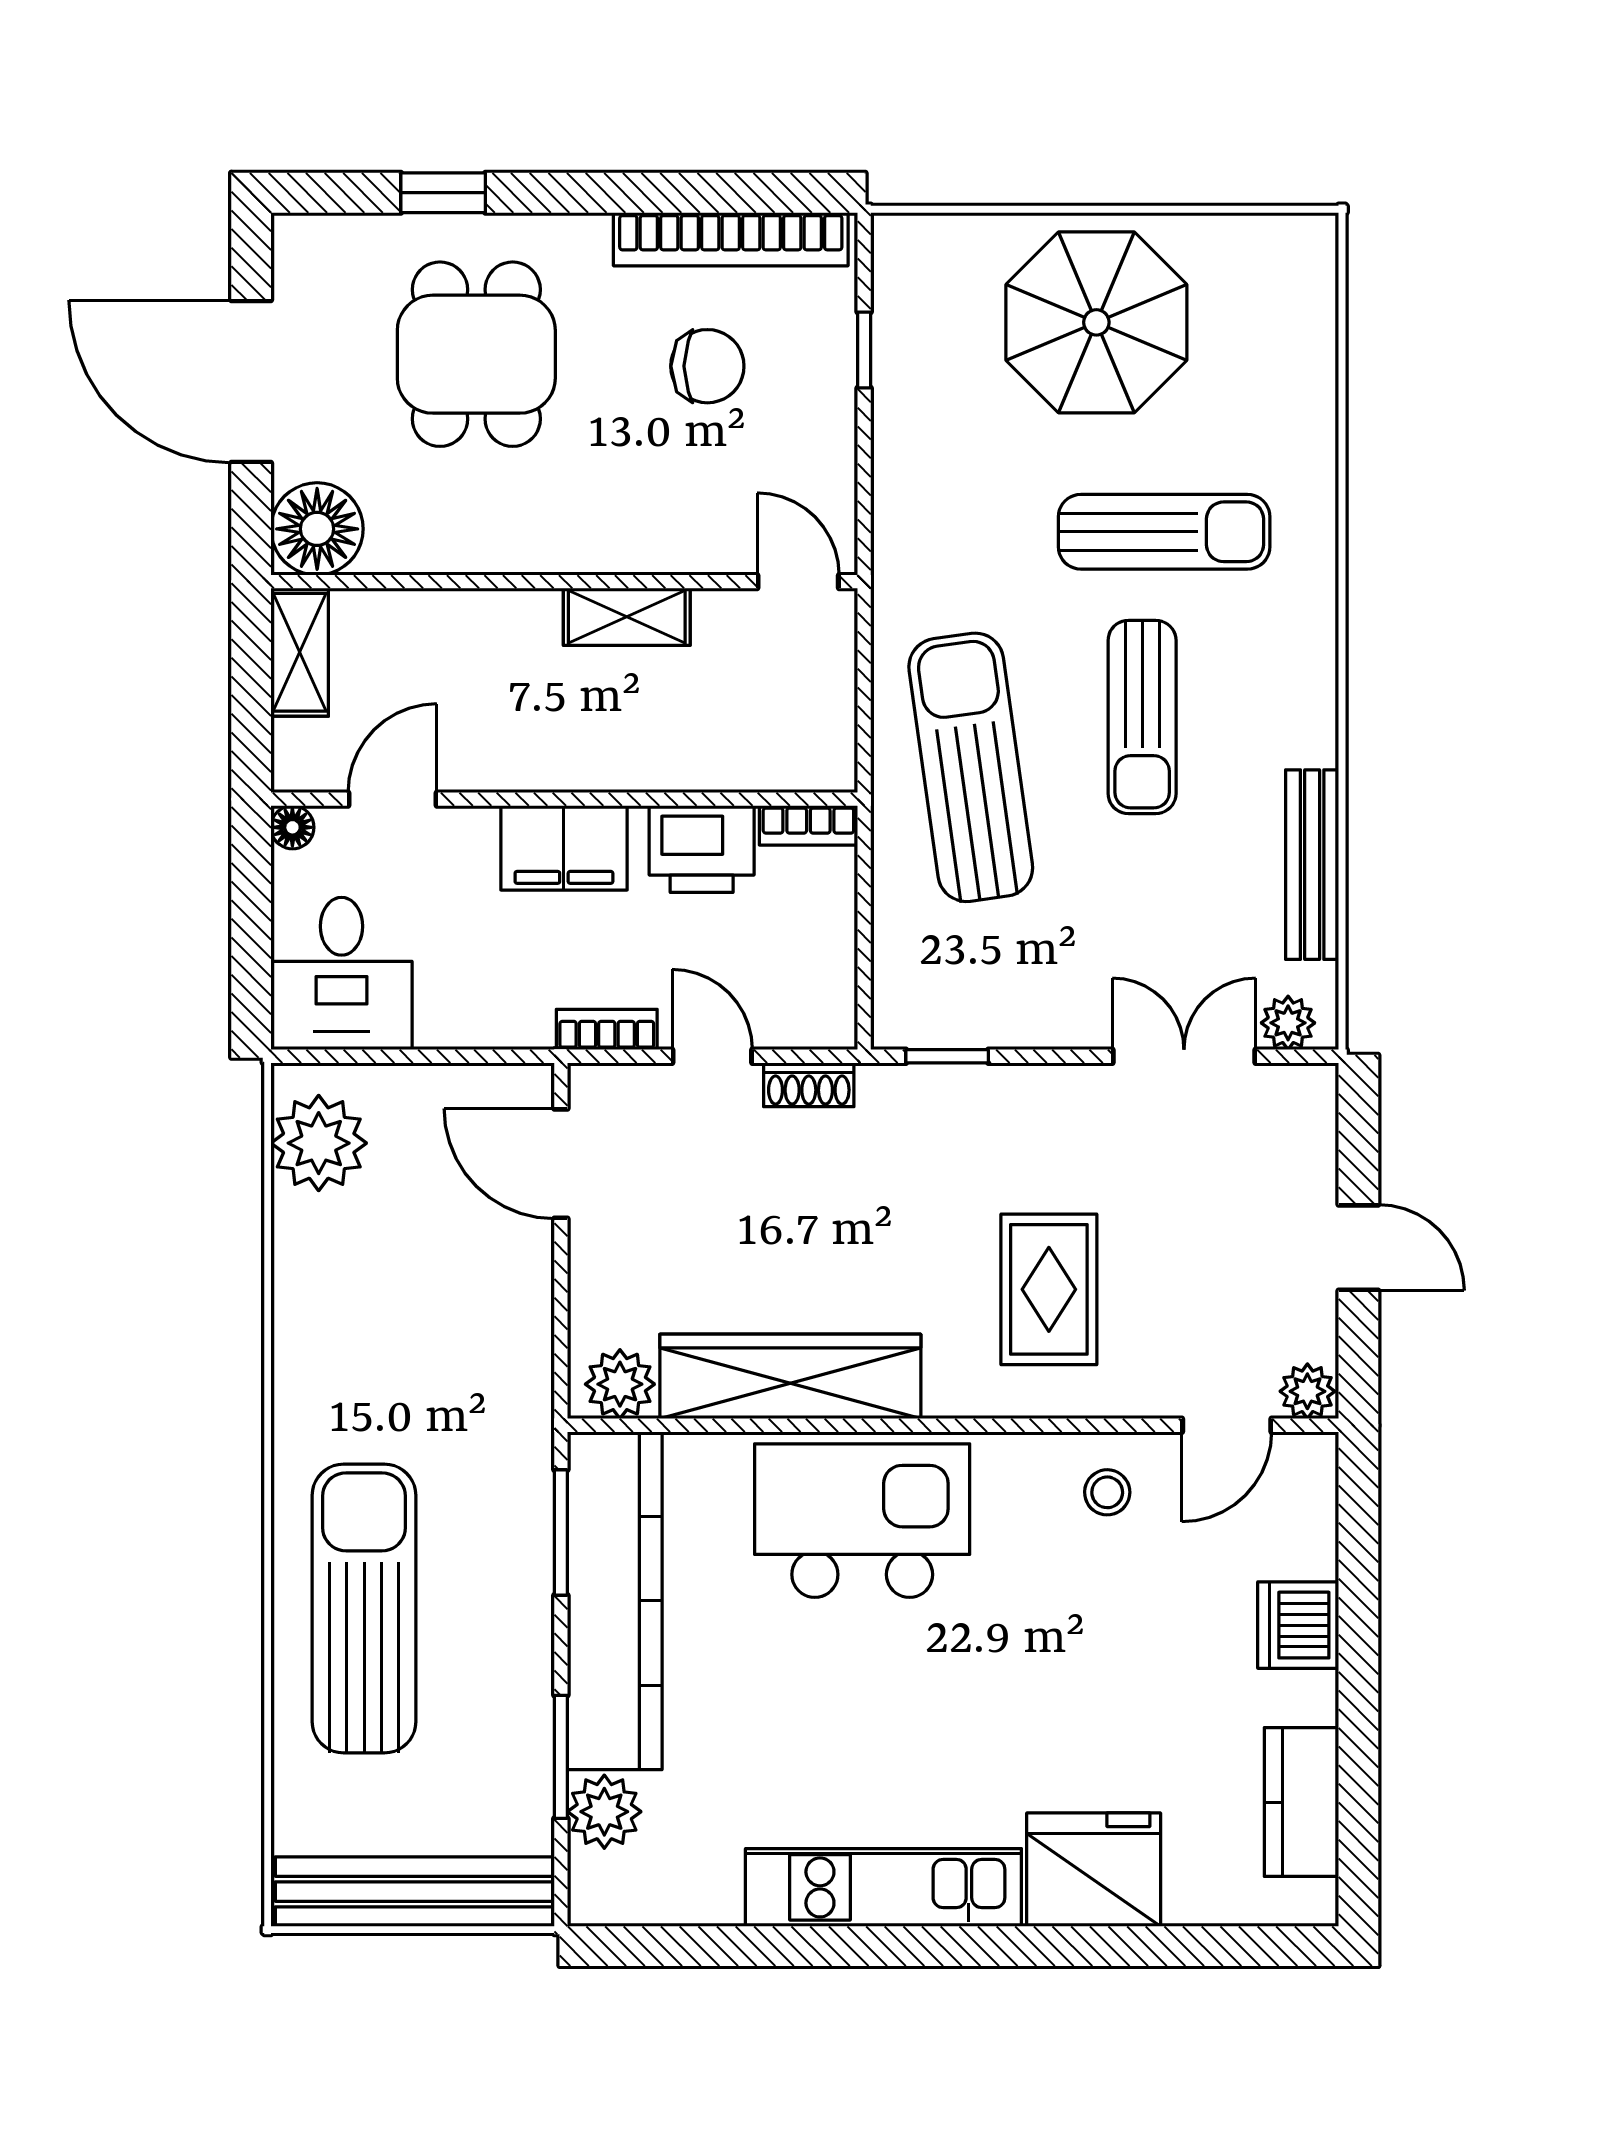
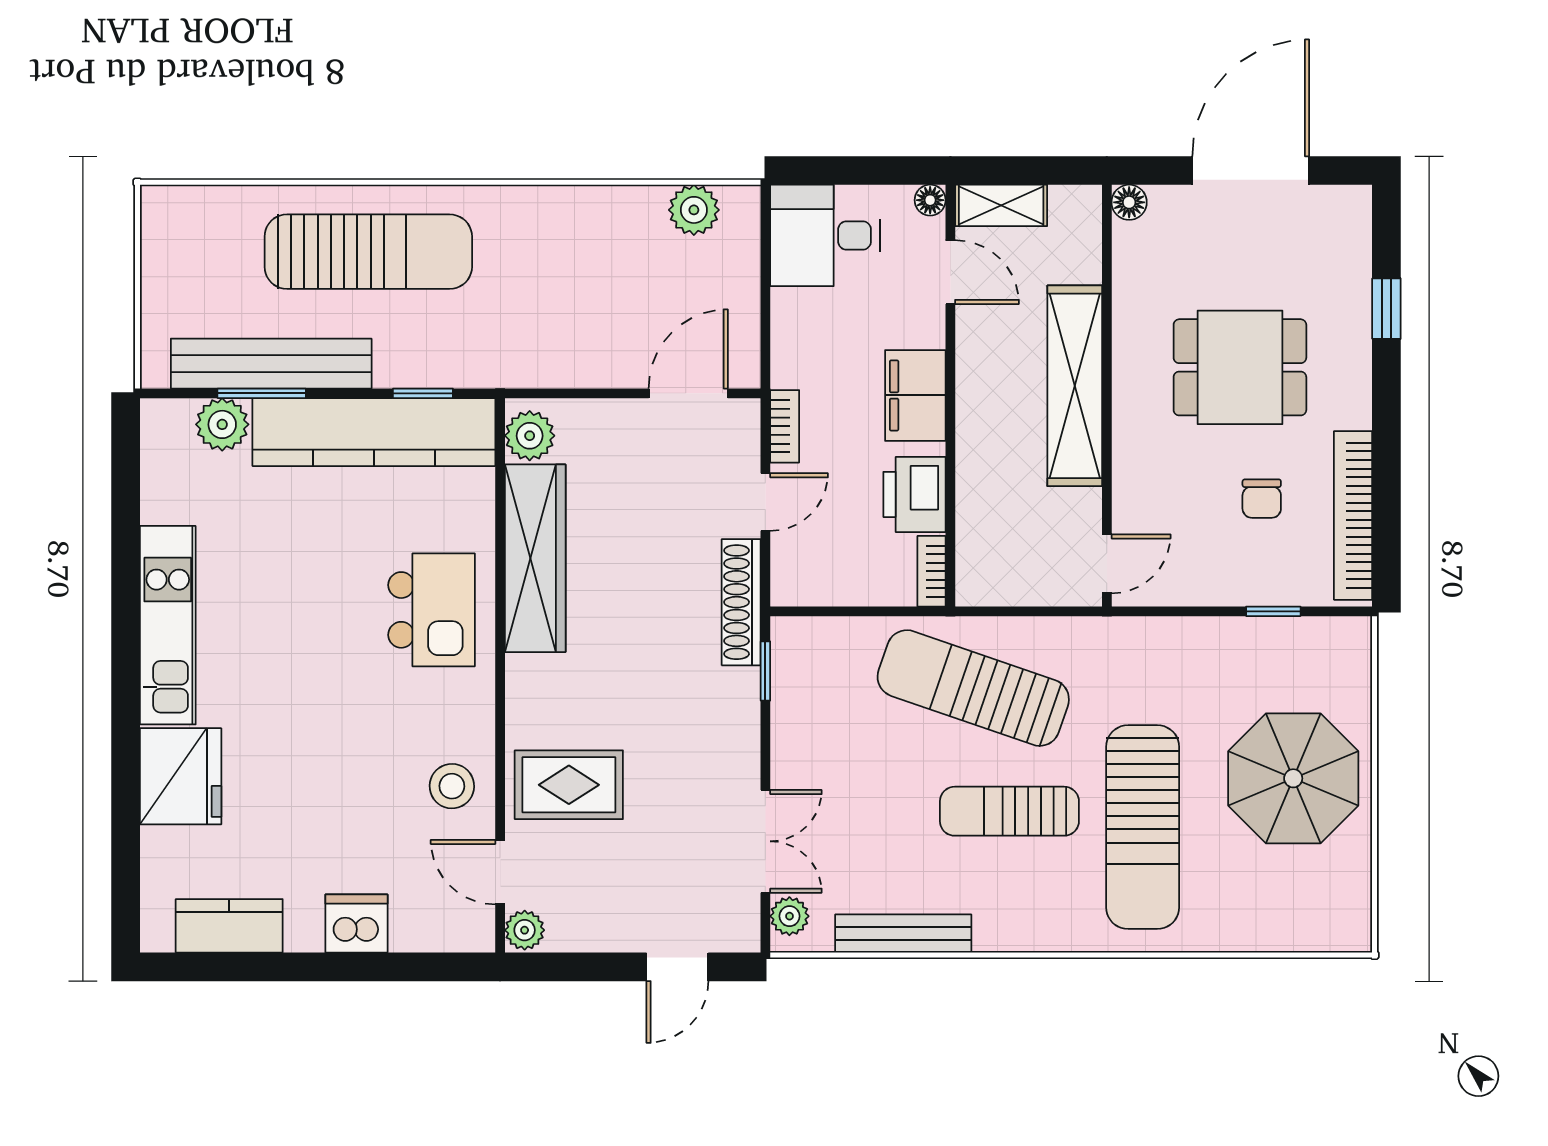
dining table: (476, 354) -> (1240, 367), moved
chair: (707, 366) -> (1262, 499), width x0.73, depth x0.73
floor lamp: (317, 529) -> (1129, 202), width x0.53, depth x0.53
sun lounger: (1164, 532) -> (1143, 827), width x1.36, depth x1.34
shelving: (627, 617) -> (1075, 386), width x2.20, depth x1.33
shelving: (300, 652) -> (1001, 205), moved
sun lounger: (971, 767) -> (973, 688), turned -153
shoe rack: (809, 1085) -> (741, 602), width x1.94, depth x1.24
plant: (319, 1143) -> (694, 210), width x0.73, depth x0.73
door: (1358, 1248) -> (677, 967), moved
rug: (1049, 1289) -> (569, 785), moved
stool: (1107, 1492) -> (452, 786), width x1.37, depth x1.37
kitchen island: (862, 1521) -> (432, 610), width x0.73, depth x0.78
window: (561, 1533) -> (423, 393), width x0.67
bench: (415, 1892) -> (271, 364), moved, turned 90

